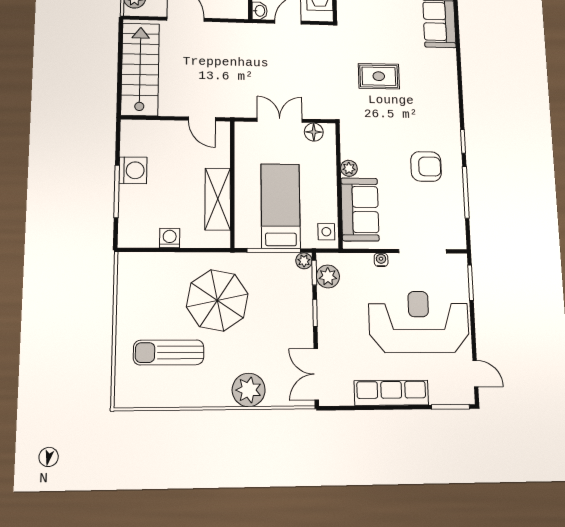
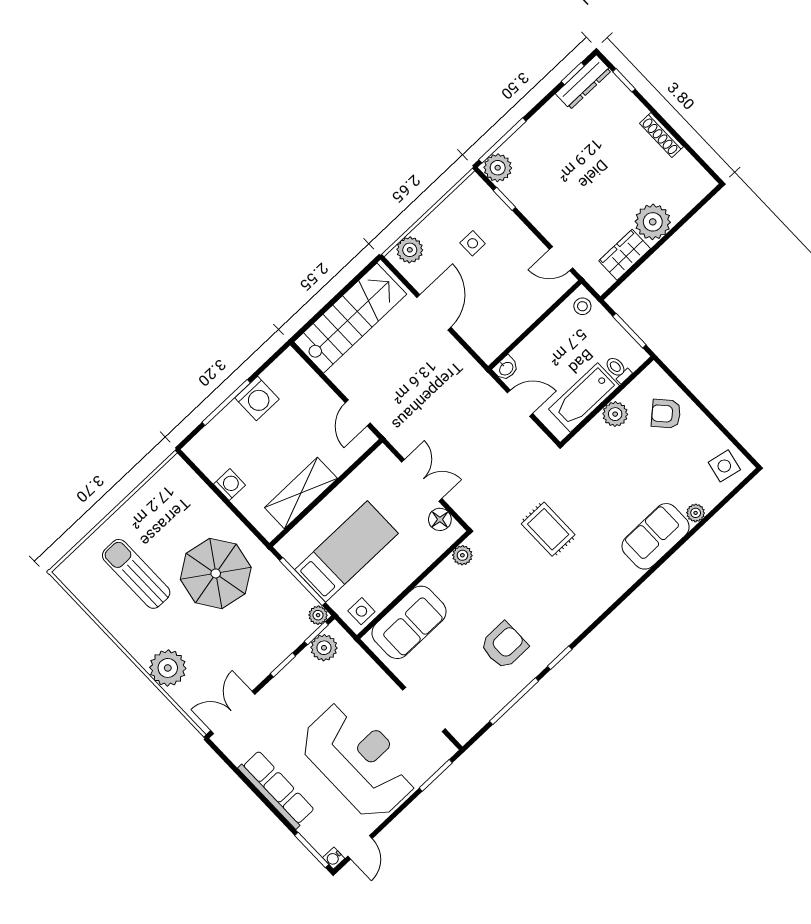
armchair: (426, 166) -> (504, 645), turned -90
plant: (349, 168) -> (462, 555), moved
water cooler: (381, 260) -> (334, 858), moved, turned 180

